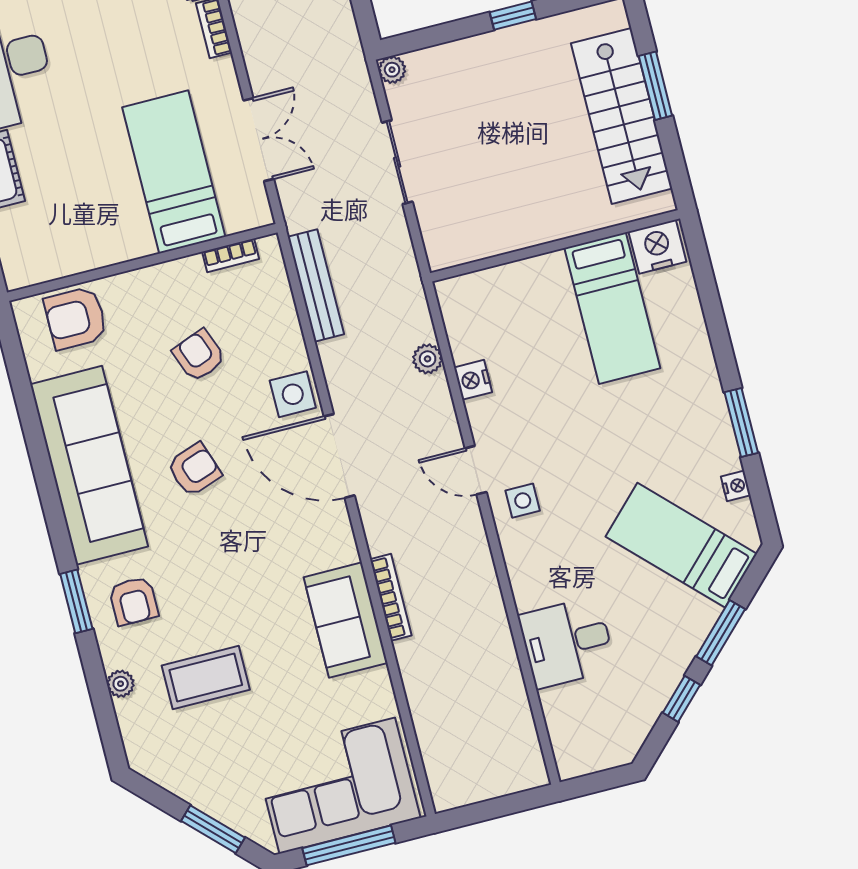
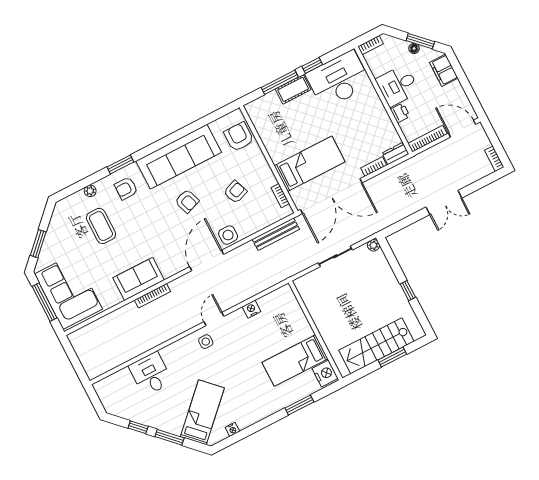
double door: (259, 140) -> (331, 196), width x1.87
plant: (428, 359) -> (256, 288), removed
window: (741, 422) -> (299, 405), moved

